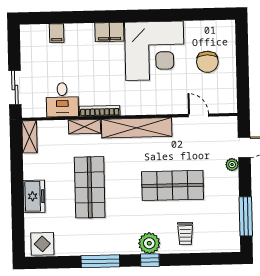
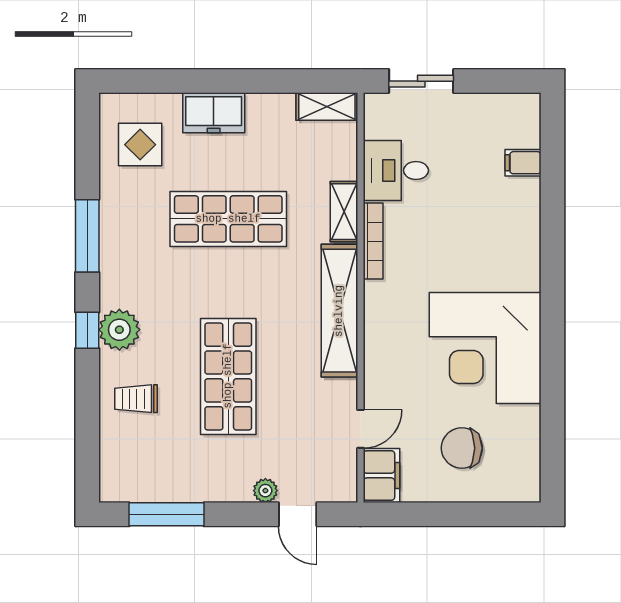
filing cabinet: (109, 32) -> (382, 476), moved, turned 180
display table: (42, 244) -> (140, 145), moved

